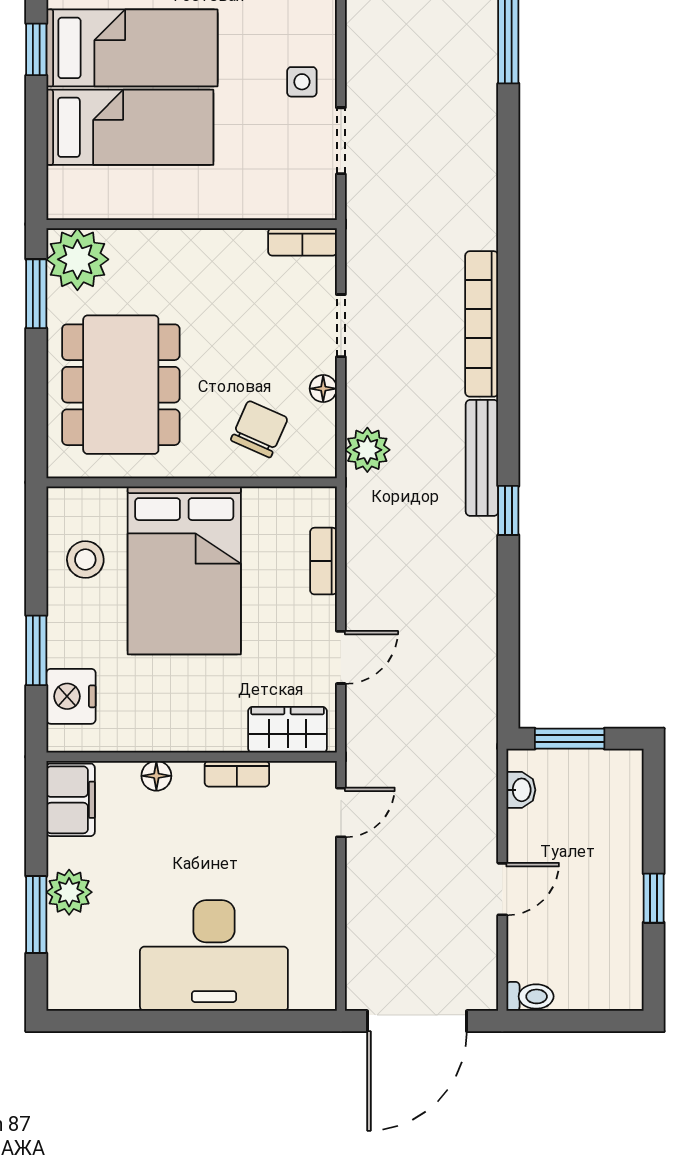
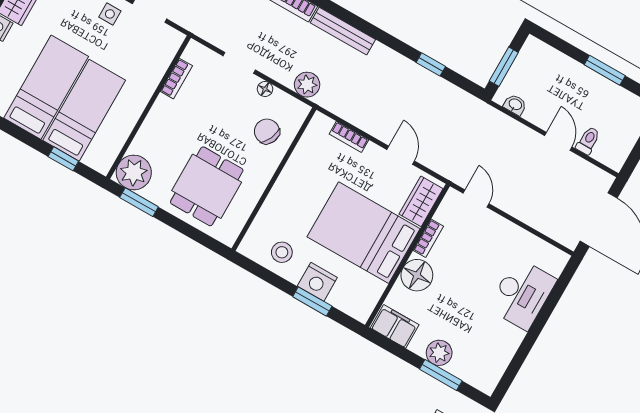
window: (36, 49) -> (63, 159), moved
bookcase: (302, 242) -> (176, 79), moved
dining table: (121, 385) -> (207, 186), width x0.73
window: (508, 510) -> (431, 64), moved
bed: (184, 570) -> (364, 233), moved, turned 180
nightstand: (71, 696) -> (317, 282), moved
floor lamp: (156, 776) -> (417, 275), width x1.89, depth x1.89
window: (654, 898) -> (605, 70), width x1.50
desk: (214, 956) -> (522, 294), width x0.73, depth x0.77
toilet: (530, 996) -> (588, 141), moved

